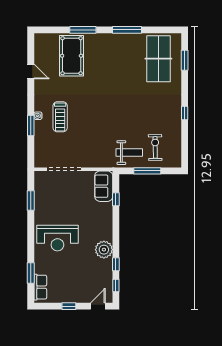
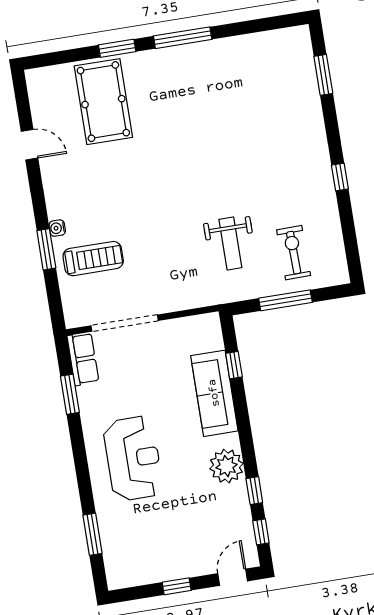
window: (83, 30) -> (117, 48), width x0.69
window: (127, 30) -> (183, 38), moved
table tennis table: (158, 59) -> (272, 80), removed
treadmill: (60, 117) -> (93, 259), moved, turned -90
weight bench: (129, 153) -> (230, 243), moved, turned 90
sofa: (104, 186) -> (214, 393), moved, width x1.36
reception desk: (57, 238) -> (133, 458), turned -90
row of seats: (40, 287) -> (83, 359), moved

